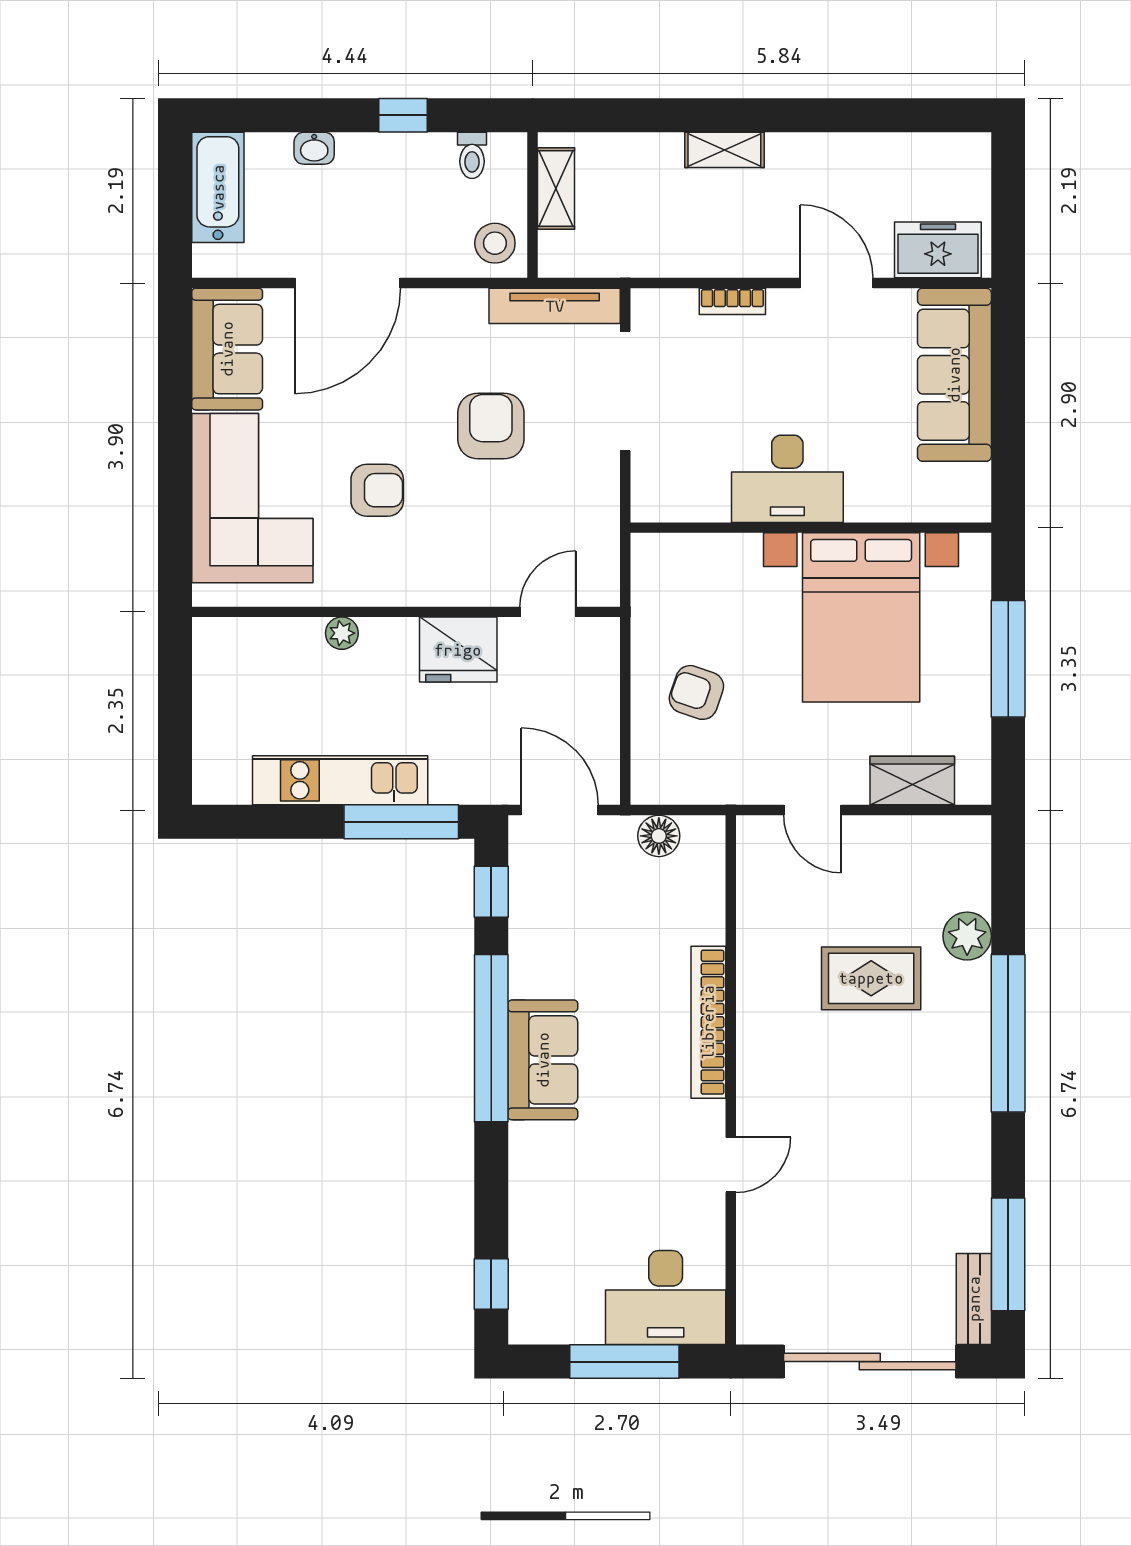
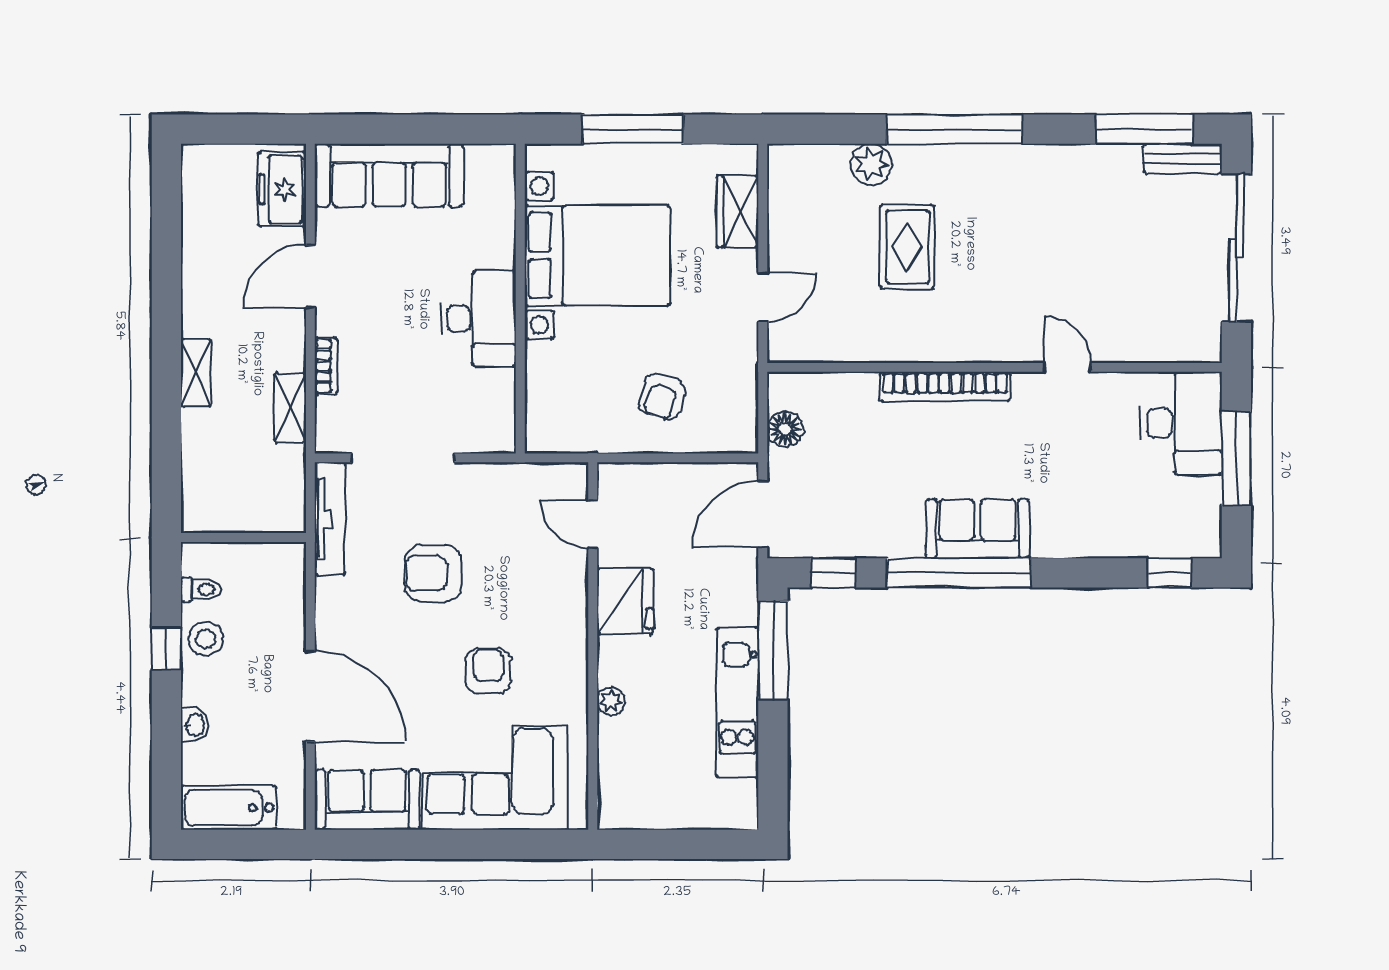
shelving: (556, 189) -> (290, 408), moved, turned 90
stool: (495, 243) -> (206, 639), moved

